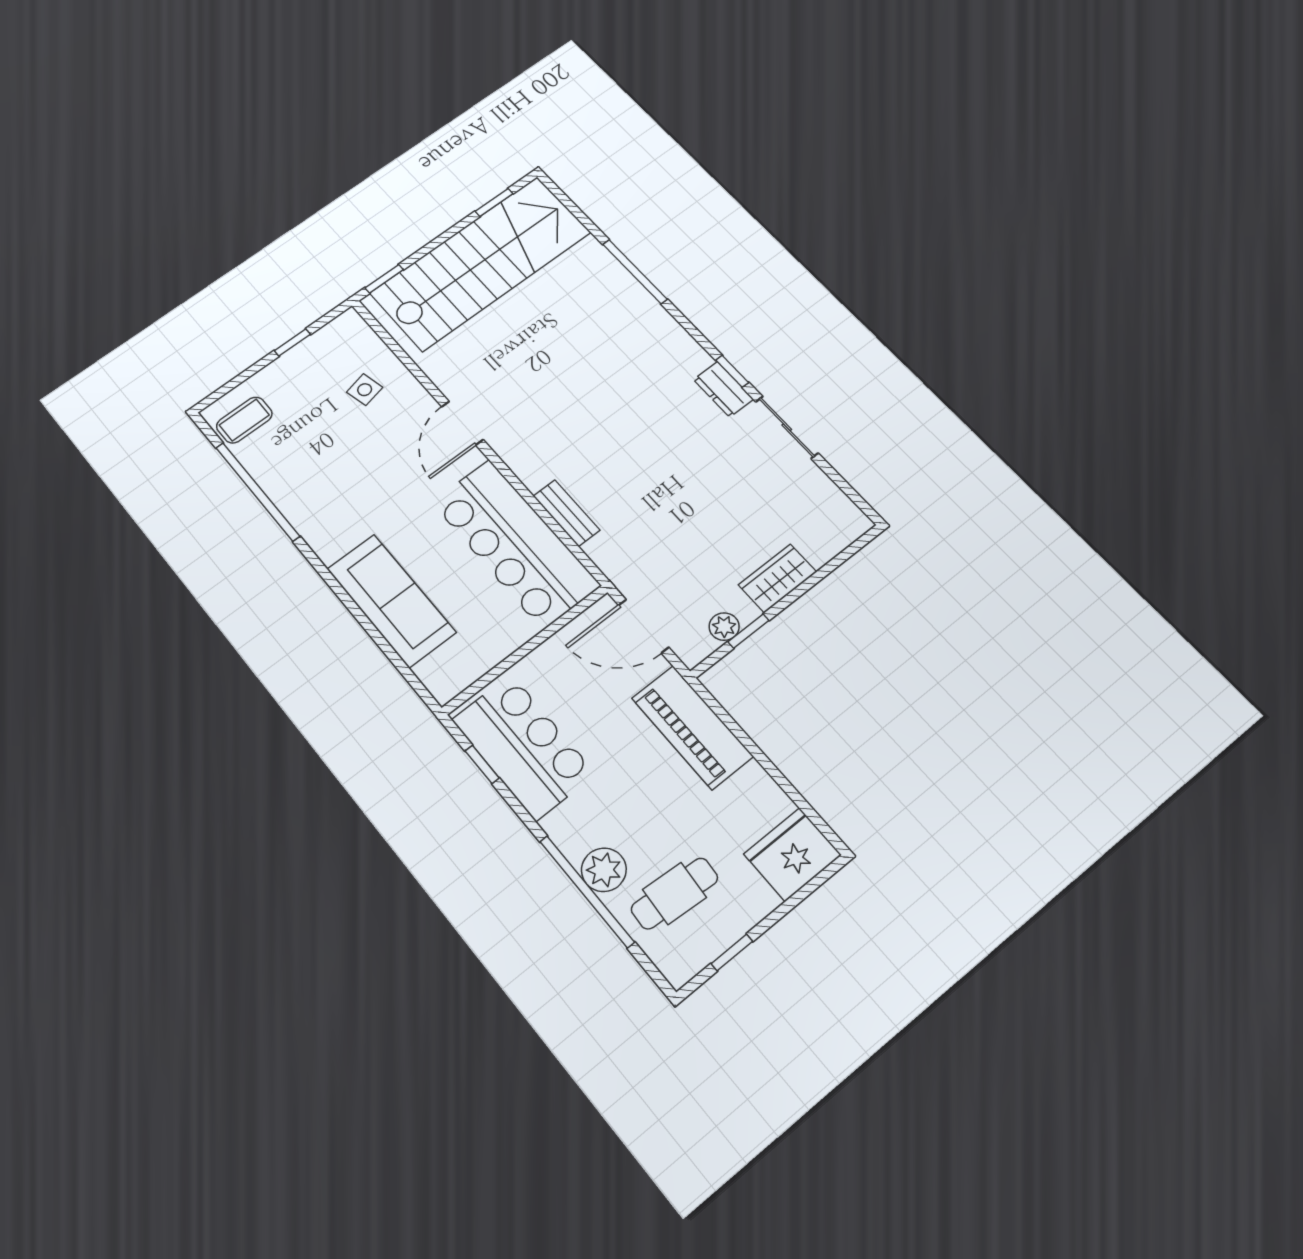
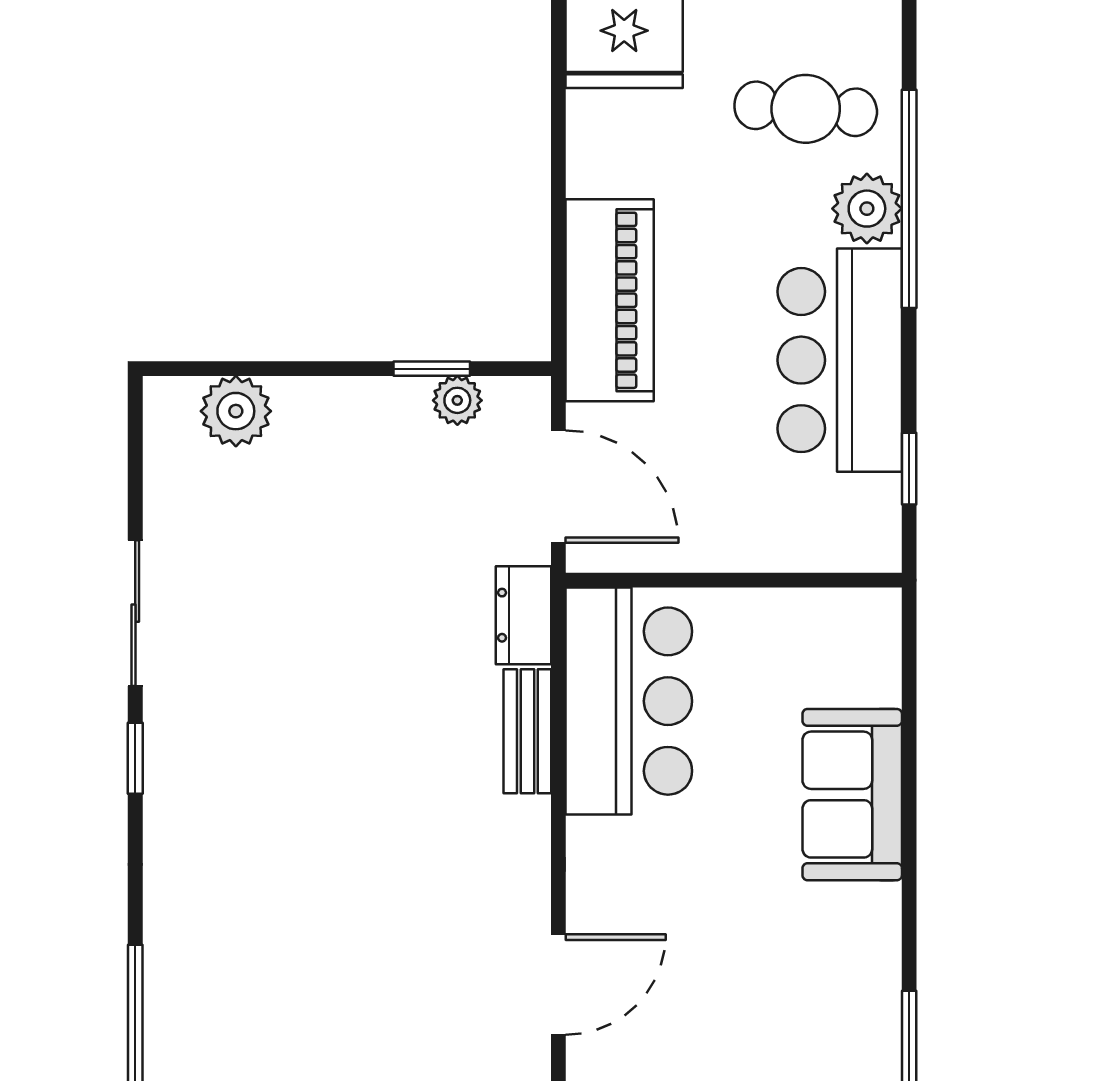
dresser: (723, 389) -> (524, 615), moved, turned 180
plant: (821, 543) -> (236, 411), added
bar counter: (515, 544) -> (629, 701), width x0.73
wardrobe: (778, 578) -> (333, 409), removed
sofa: (391, 600) -> (852, 795), width x0.73
bar counter: (523, 747) -> (840, 360), moved

